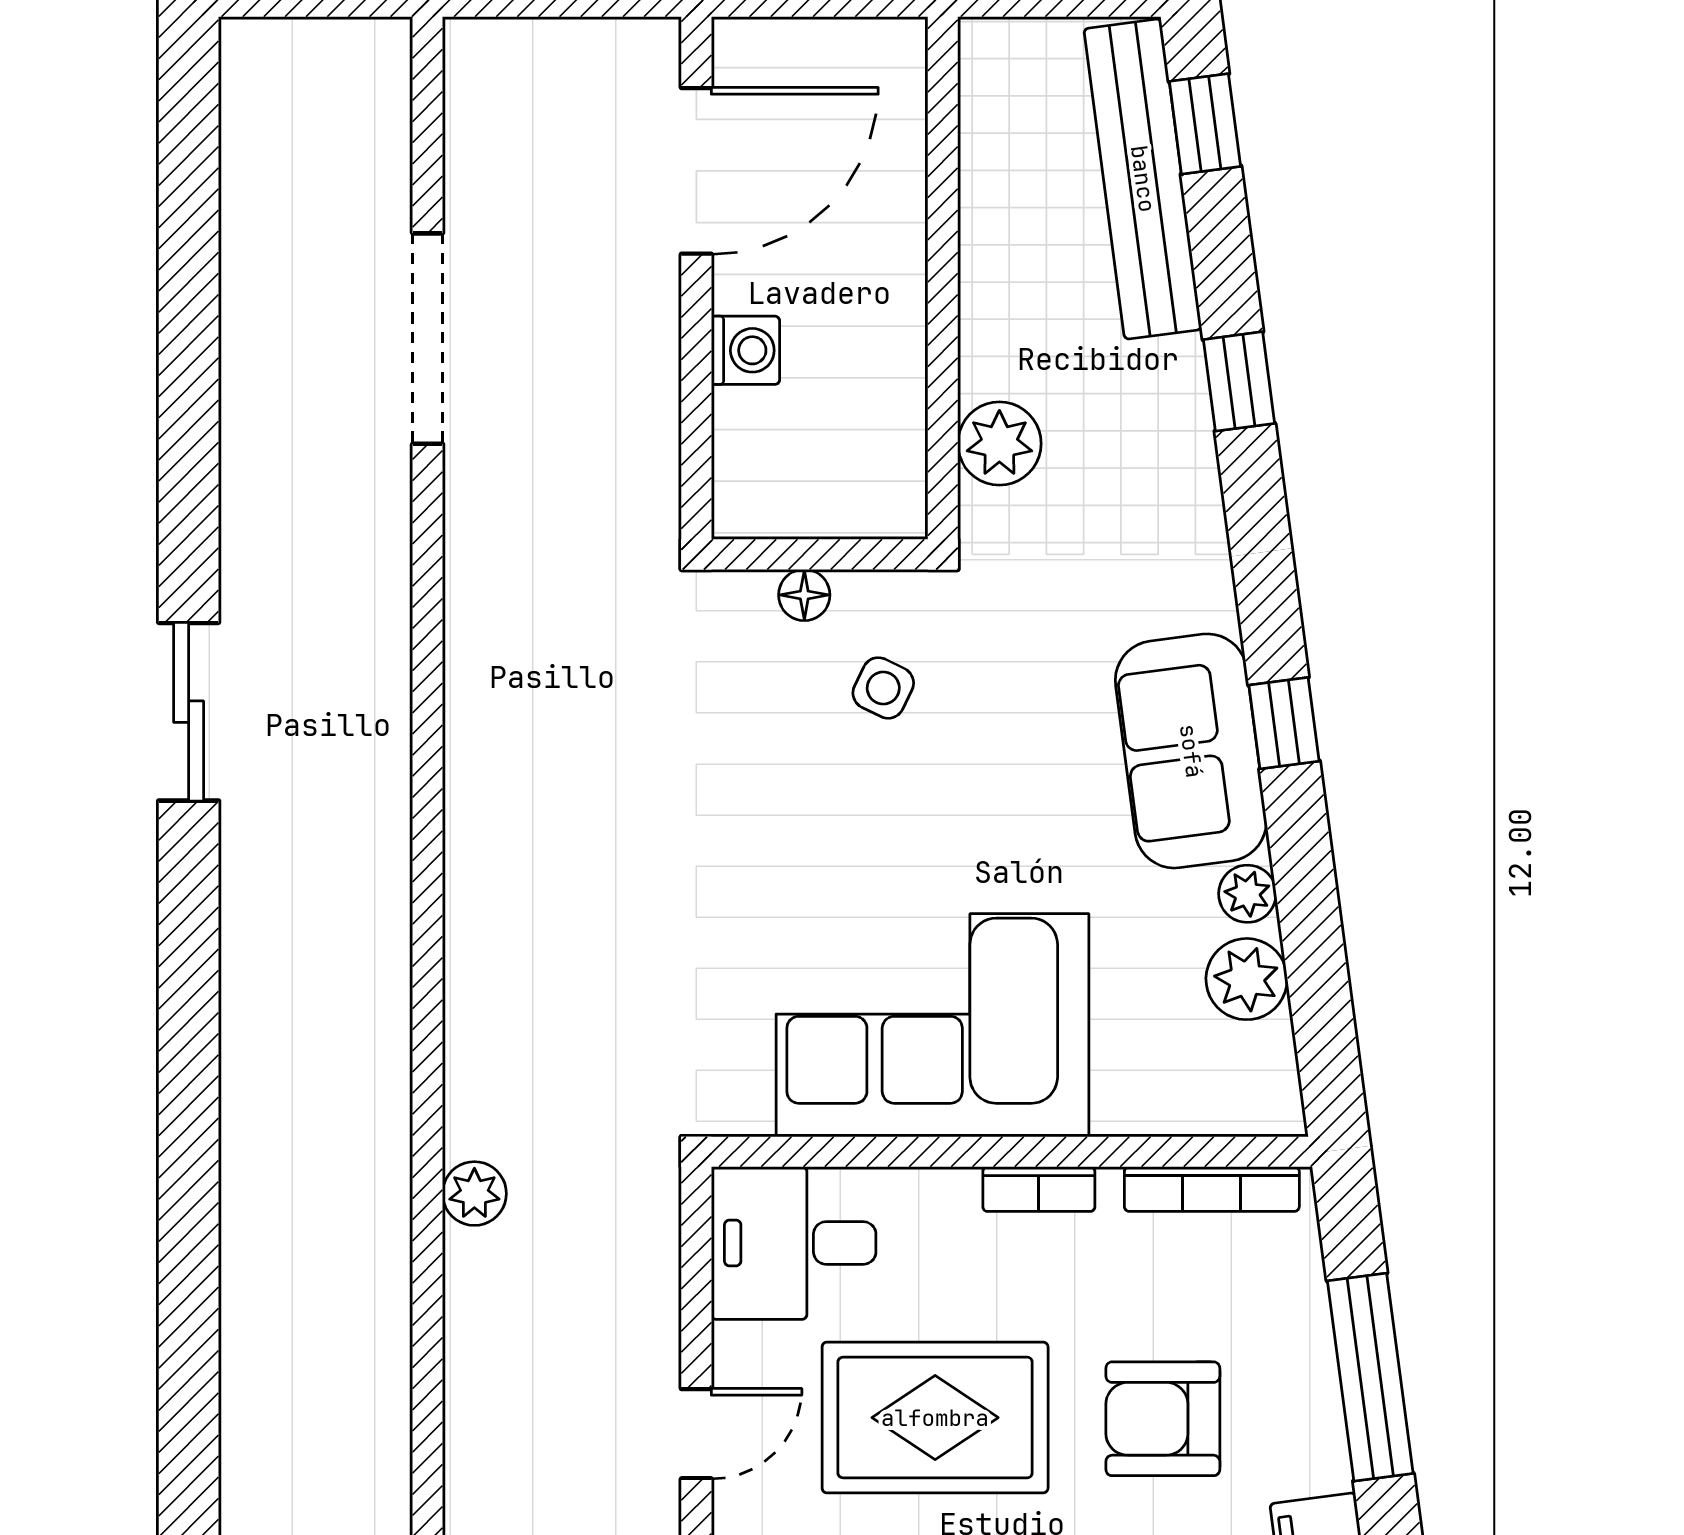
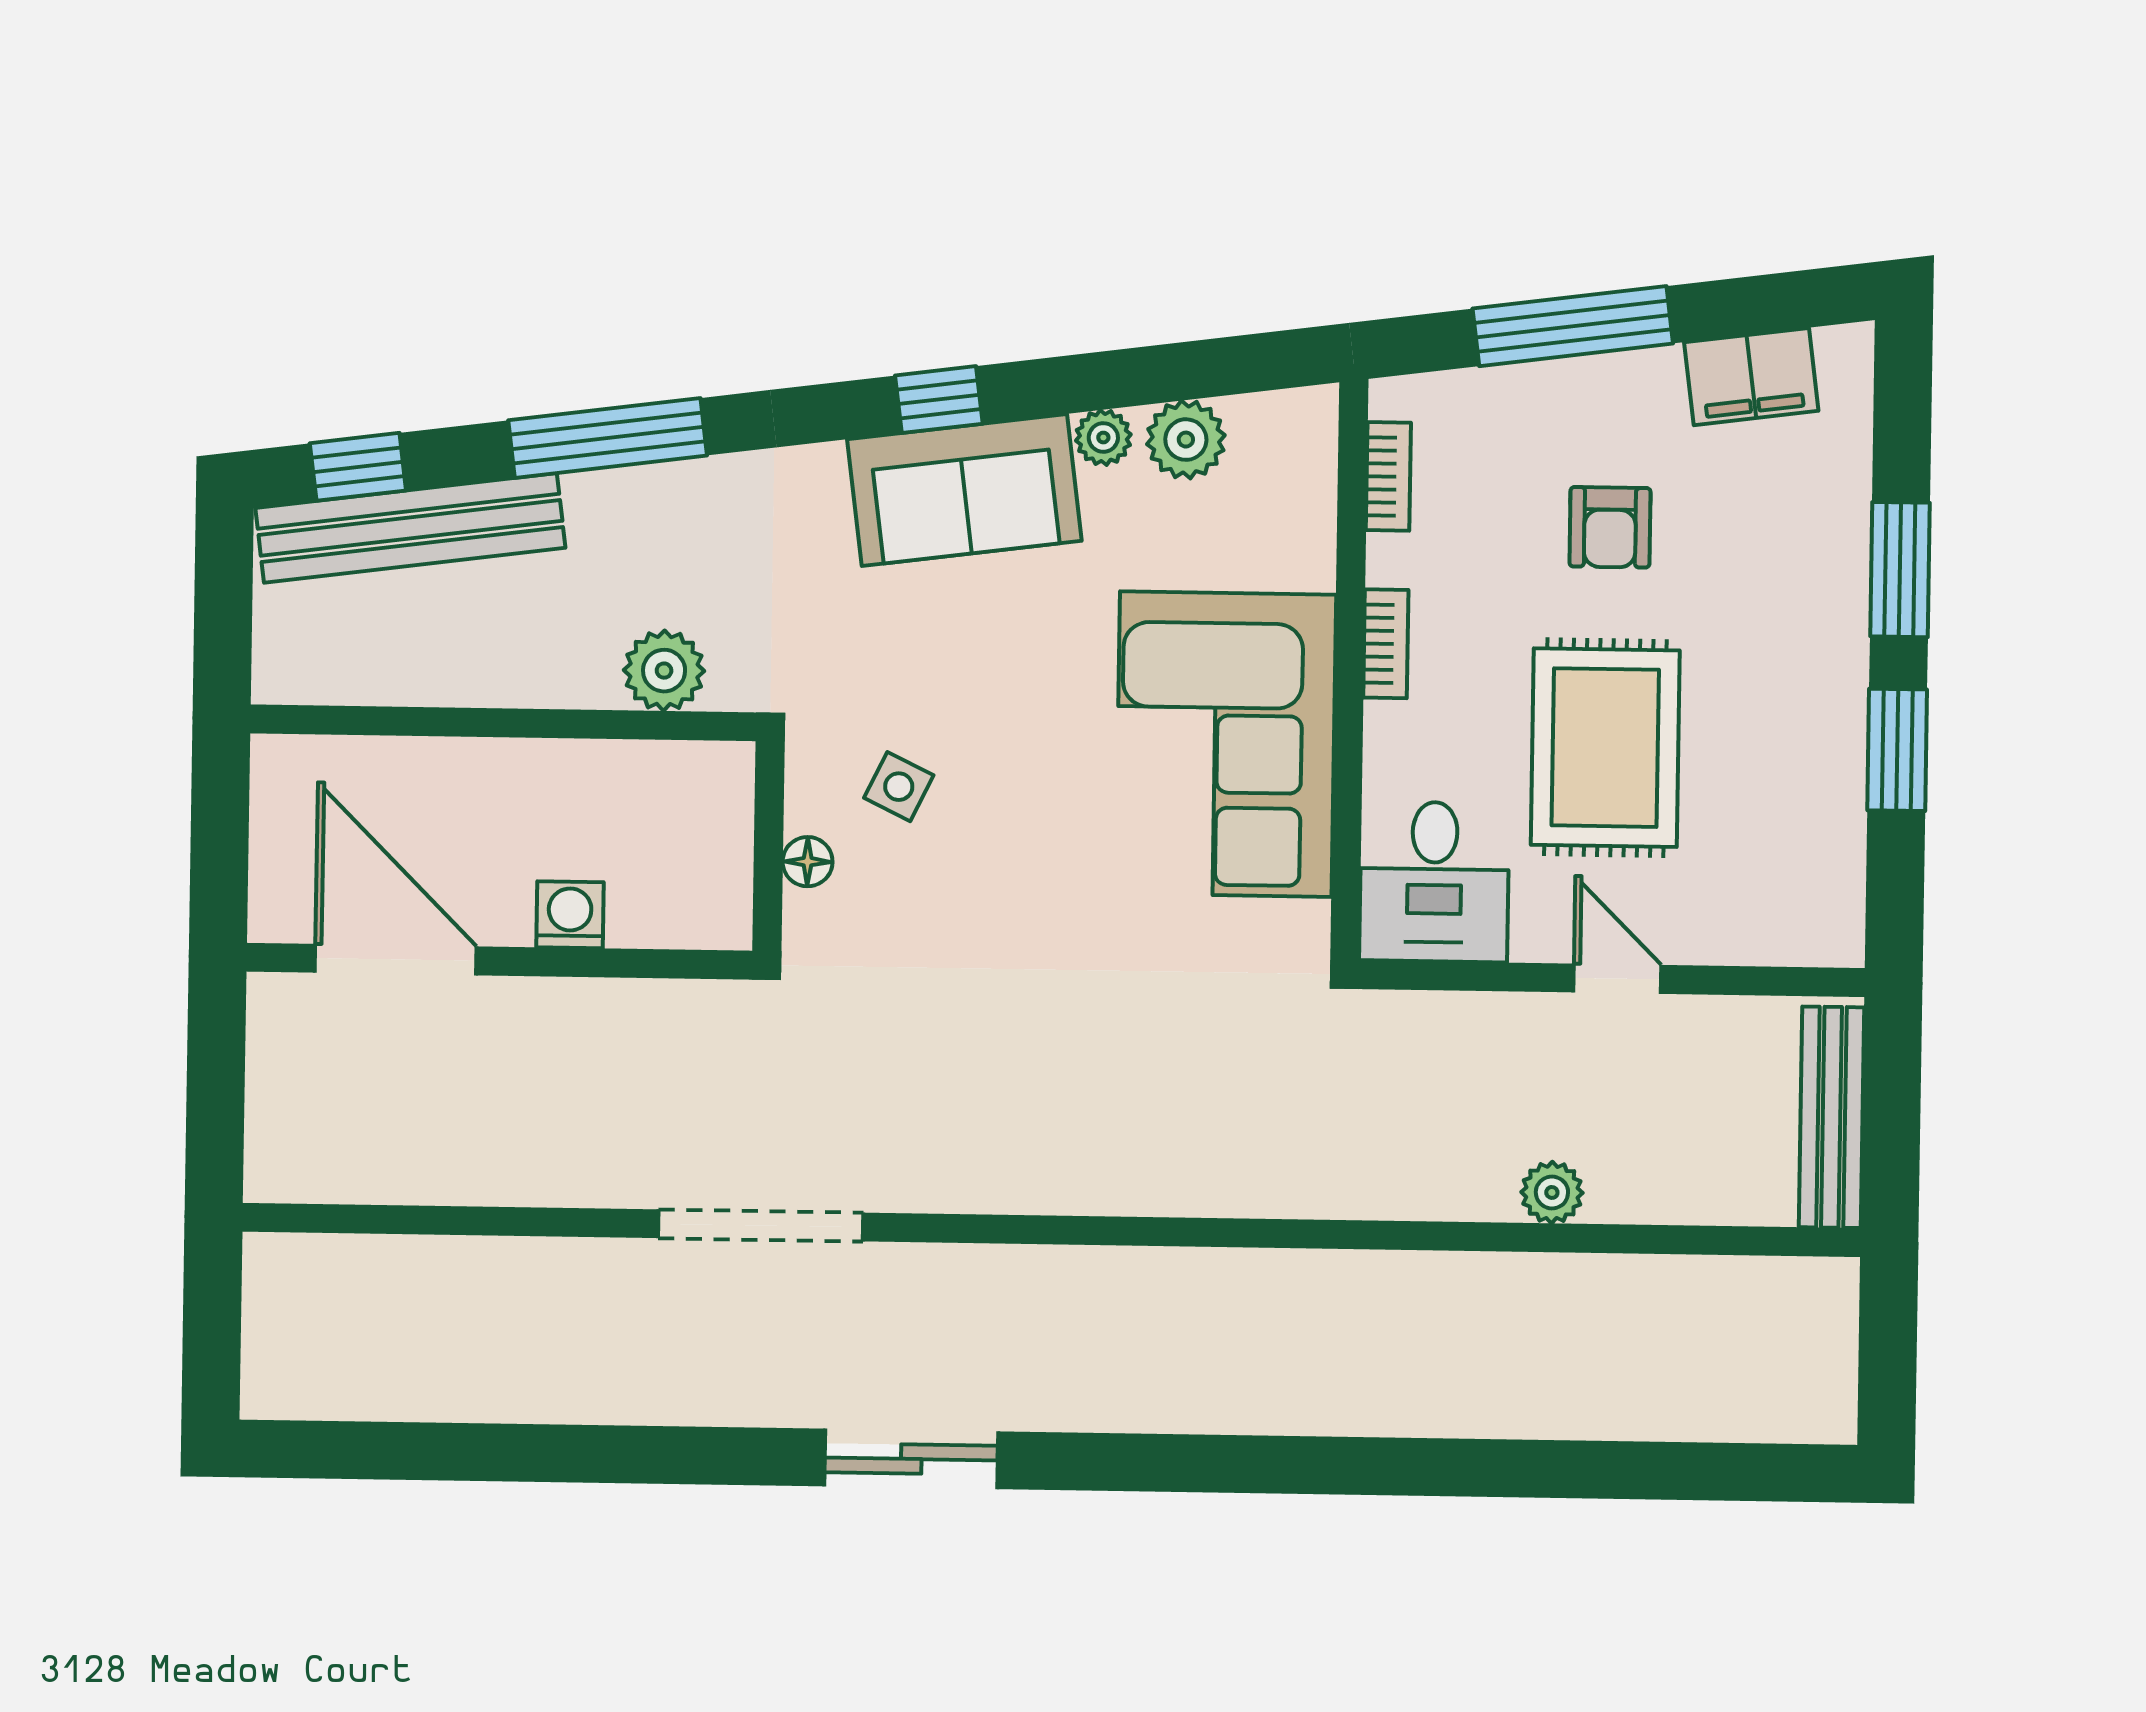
doorway: (428, 339) -> (761, 1225), moved
window: (1239, 381) -> (608, 438), width x2.17
bookcase: (1212, 1189) -> (1388, 476), width x0.64
plant: (474, 1194) -> (1552, 1192), moved
armchair: (1163, 1419) -> (1610, 527), width x0.72, depth x0.72

